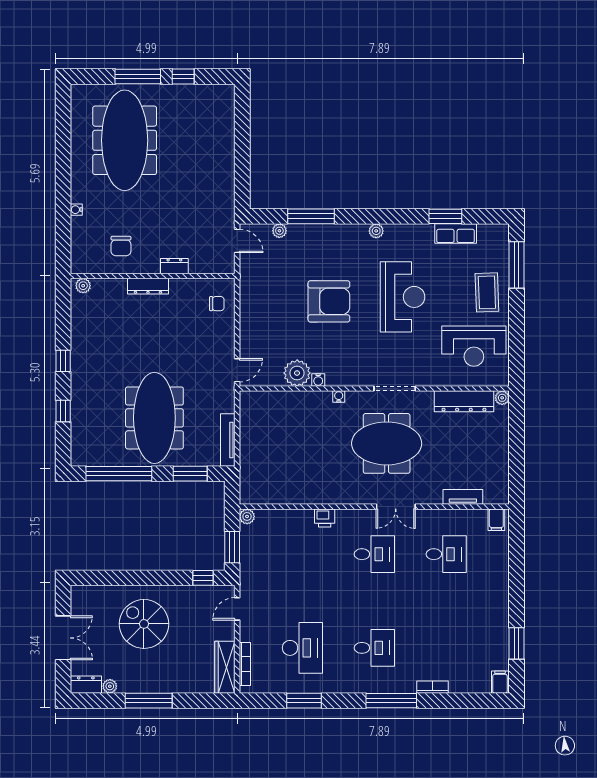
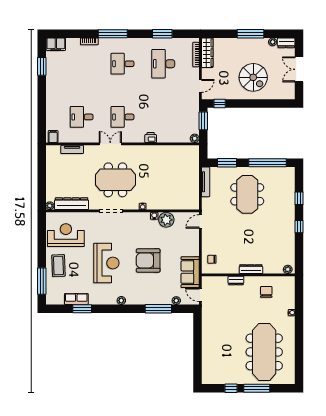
sofa: (255, 281) -> (190, 272), added
reception desk: (403, 297) -> (106, 263), turned 180
meeting table: (154, 418) -> (247, 194), width x0.73
filing cabinet: (500, 682) -> (56, 44), width x2.00

